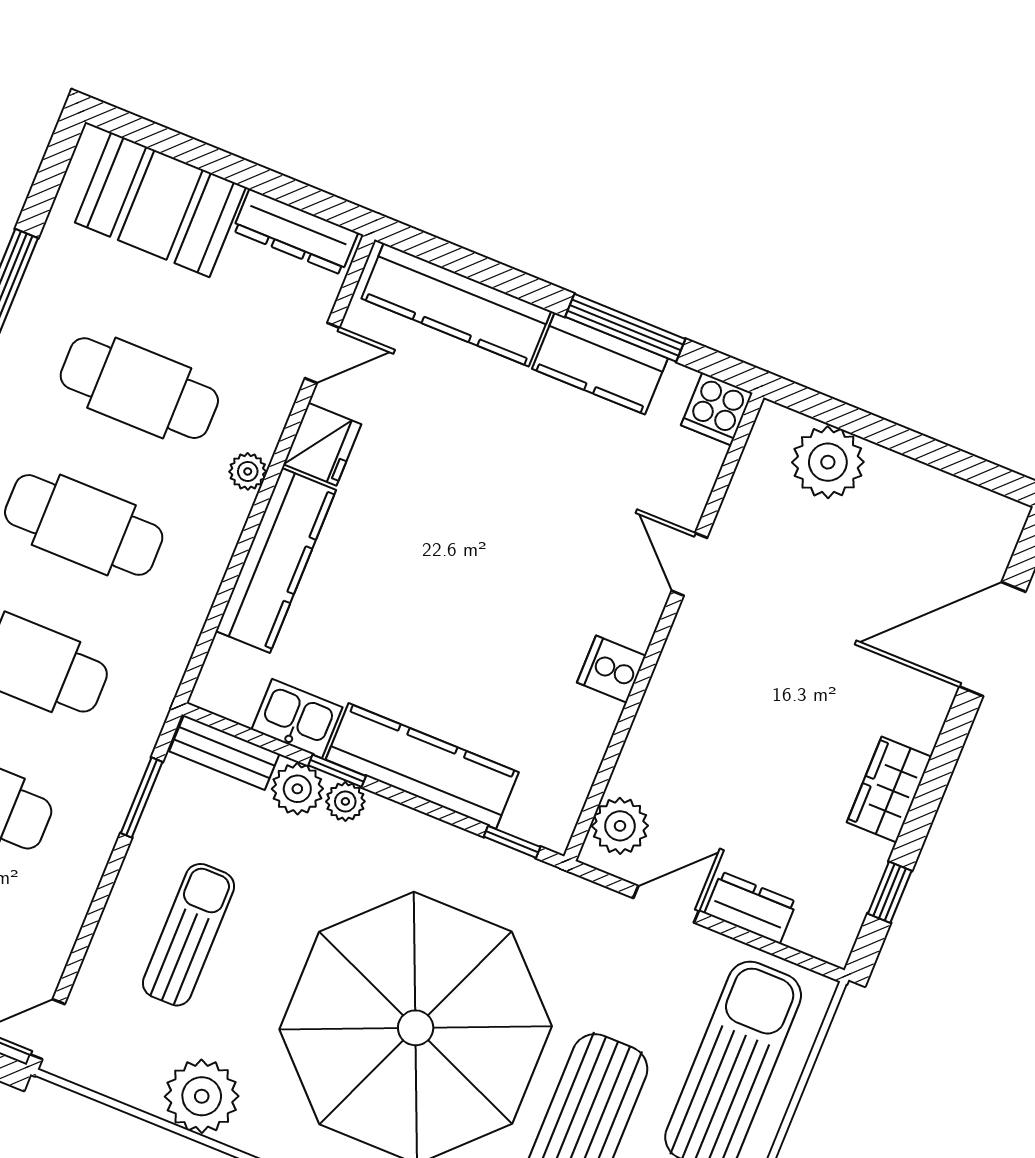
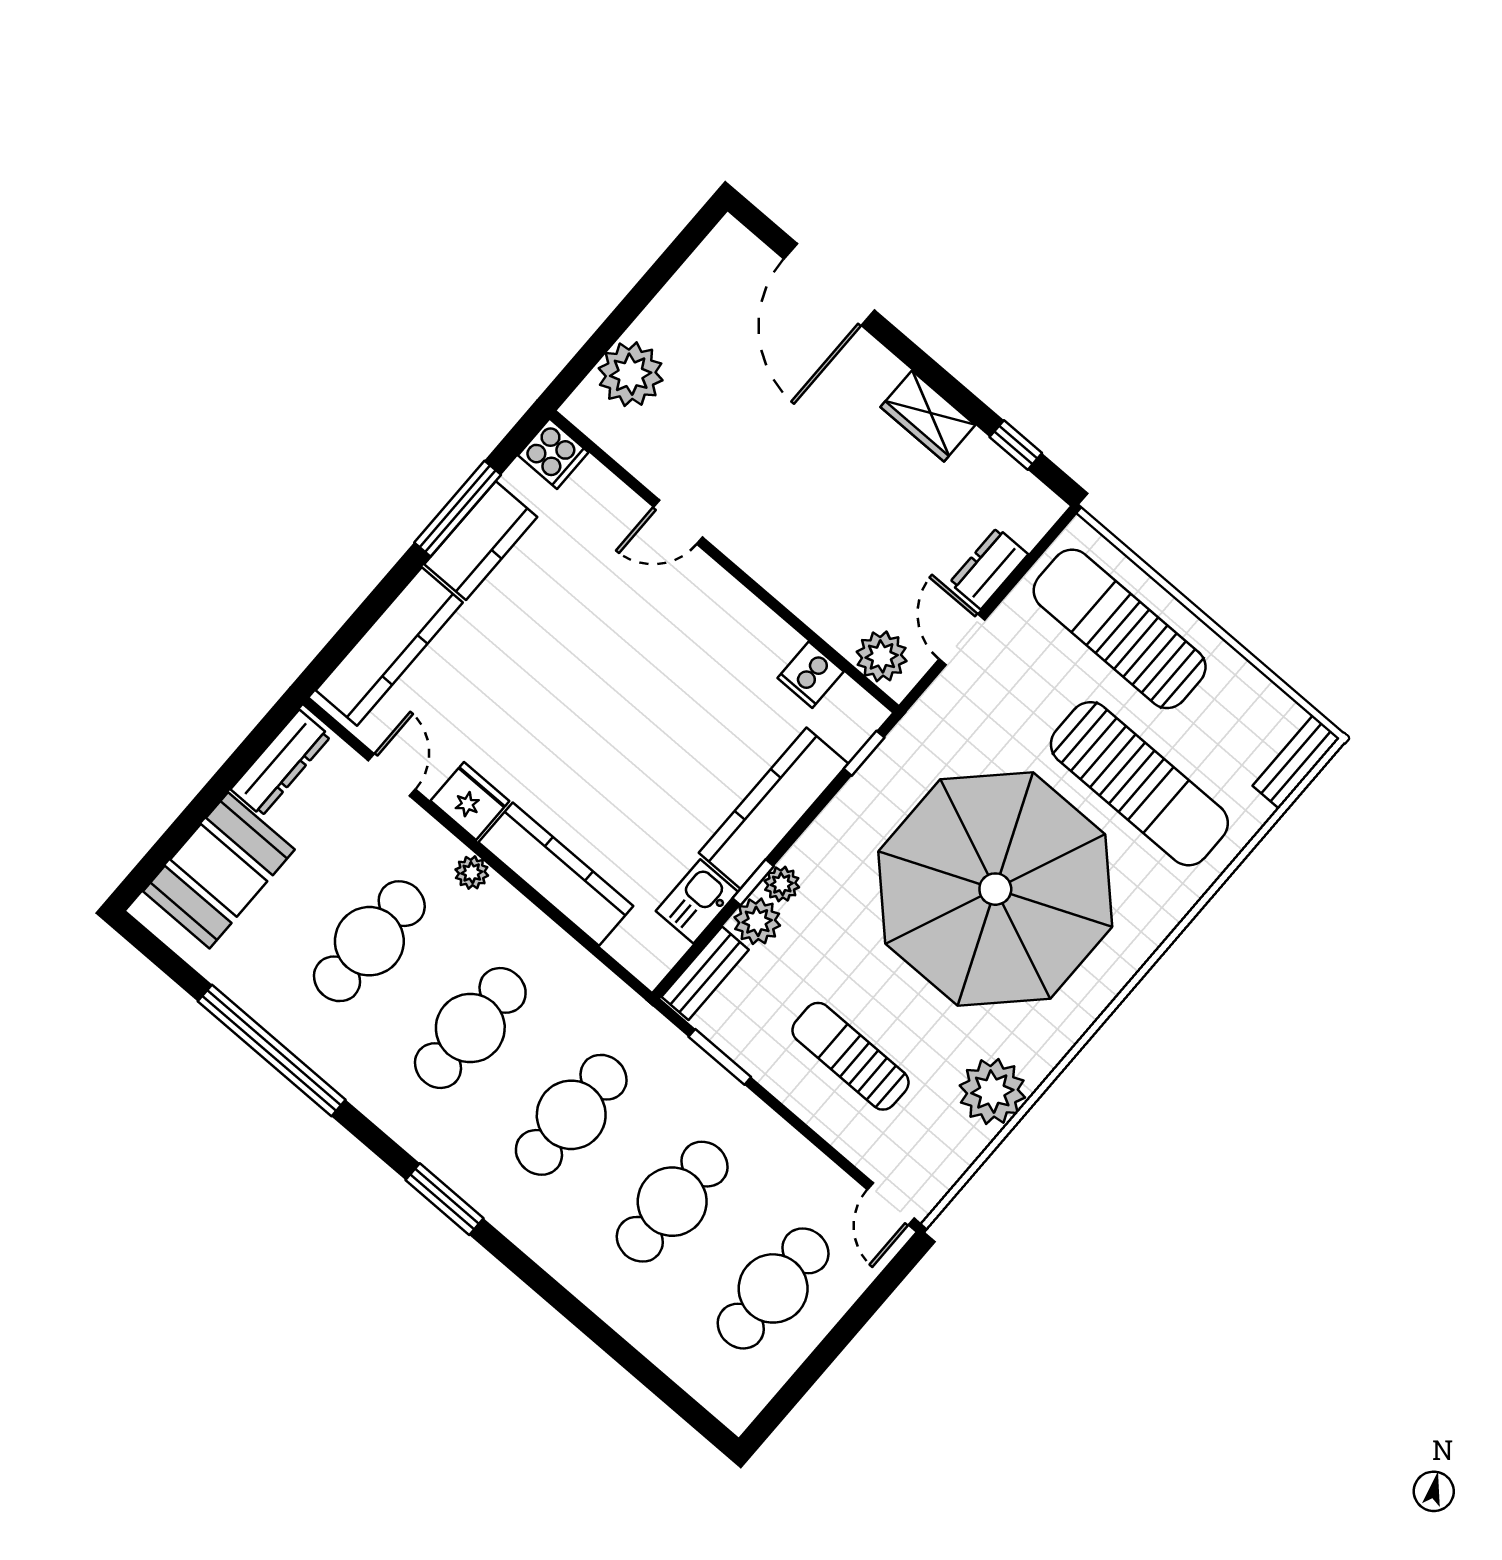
cooker: (611, 669) -> (811, 675), moved

